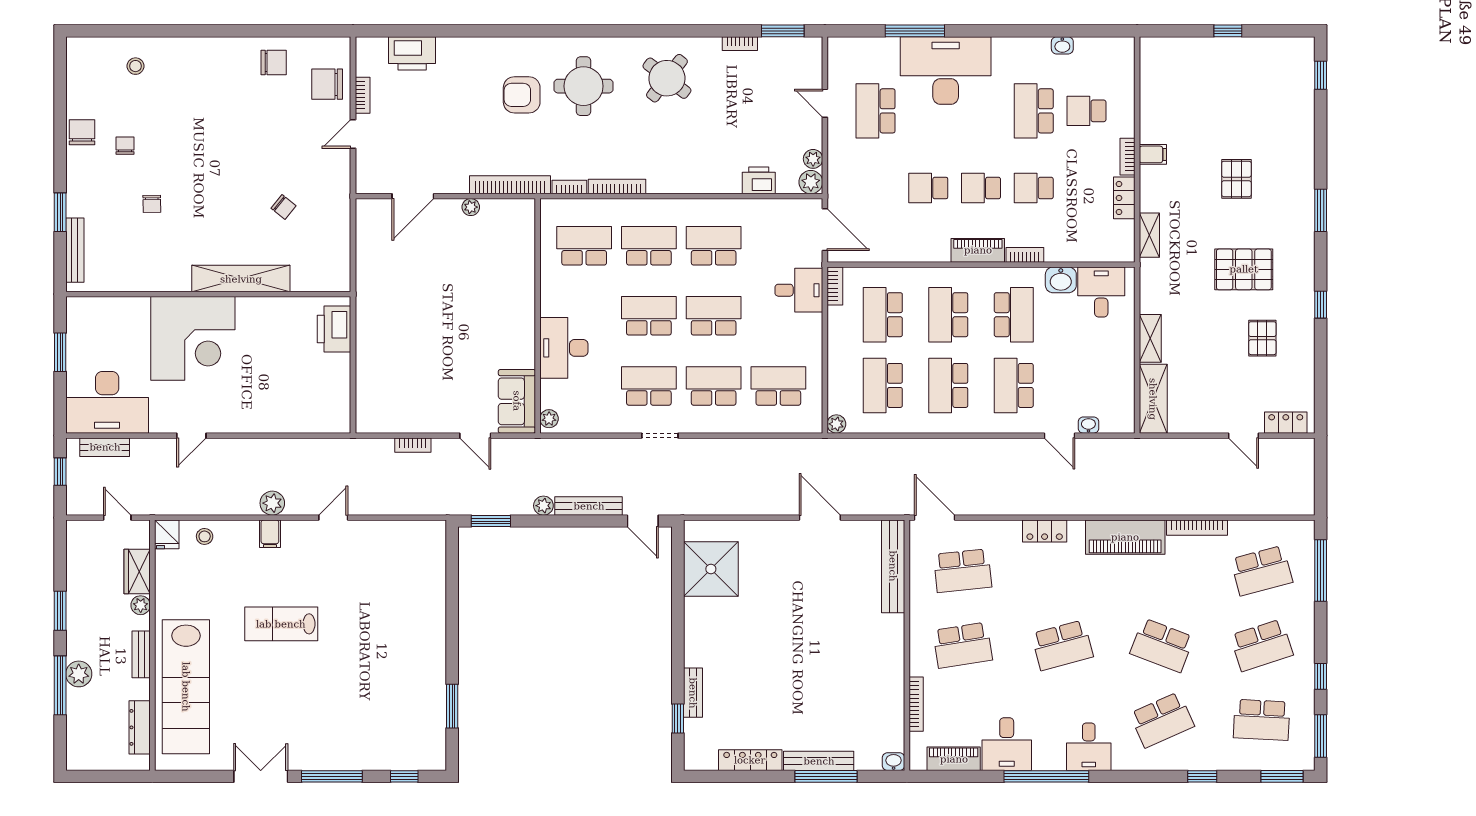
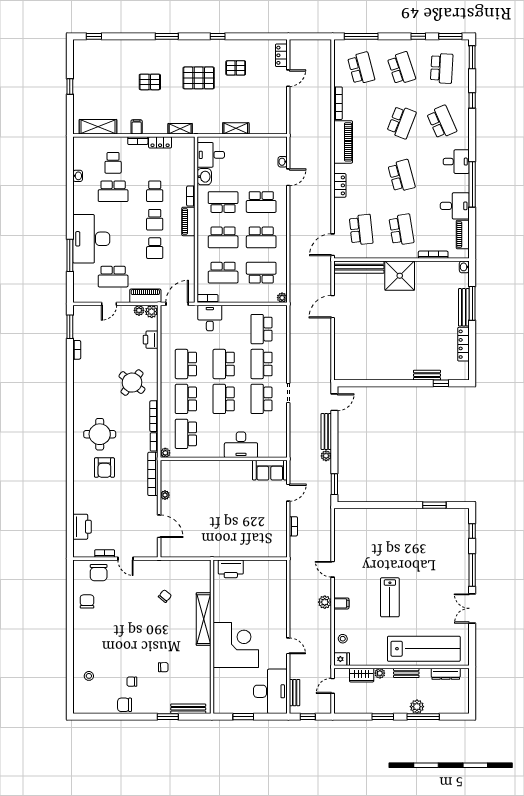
round table: (667, 78) -> (132, 383), moved
piano: (840, 171) -> (145, 296), added
pallet: (1244, 269) -> (199, 78), turned 90
school desk: (883, 385) -> (261, 273), turned 180
shelving: (1153, 399) -> (98, 127), moved
plant: (549, 419) -> (165, 453), moved
shower: (711, 569) -> (400, 276), moved

